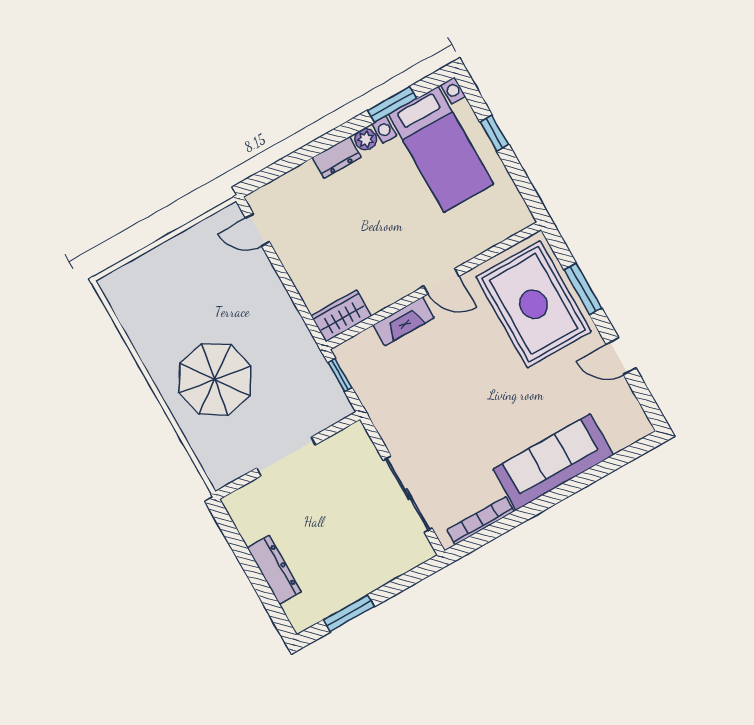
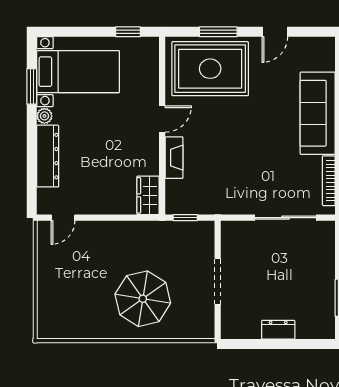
window: (494, 133) -> (128, 32), moved
dresser: (337, 158) -> (48, 156), width x1.96, depth x1.24
dresser: (274, 570) -> (278, 330), width x0.70

